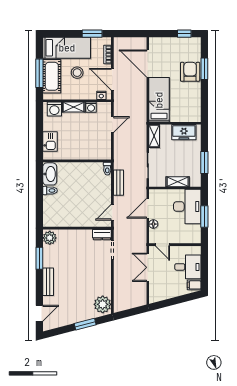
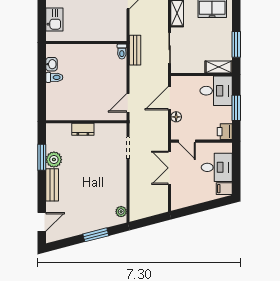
washbasin: (50, 174) -> (52, 64), width x0.52, depth x0.69
shelving: (178, 182) -> (219, 67), moved
bench: (118, 183) -> (135, 50), moved
desk: (187, 207) -> (216, 91), width x0.73
dresser: (102, 235) -> (83, 129), moved
printer: (195, 237) -> (225, 132), added
plant: (50, 238) -> (54, 160), moved
plant: (103, 304) -> (121, 212), width x0.53, depth x0.53

